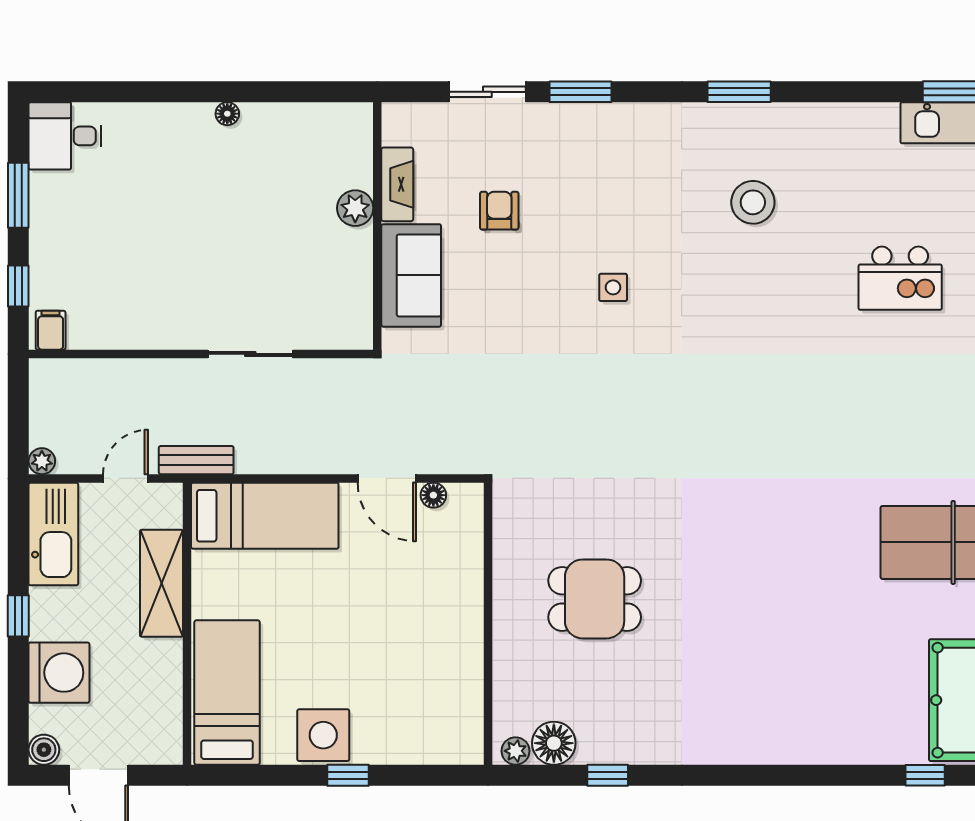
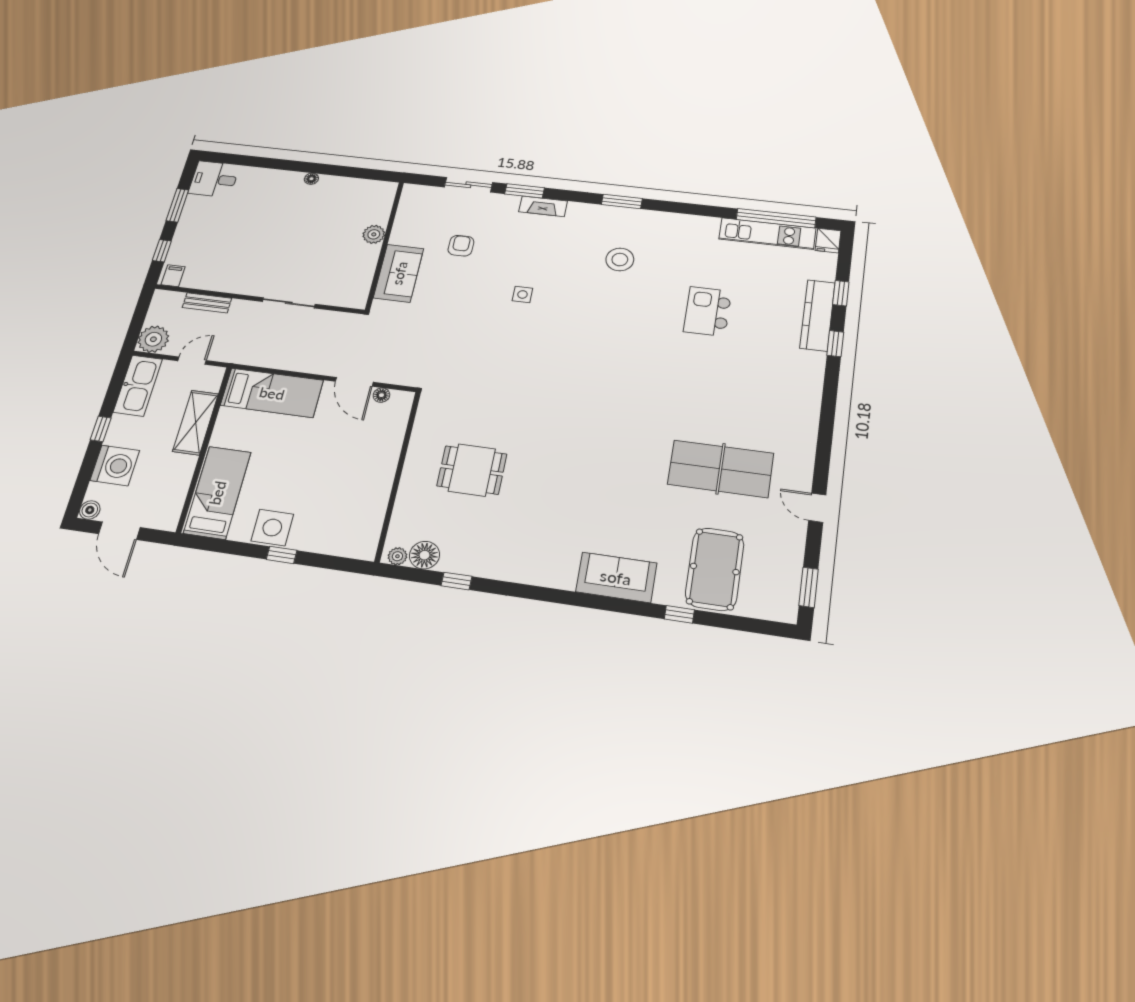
fireplace: (397, 184) -> (543, 206), moved, turned 90
kitchen island: (900, 278) -> (708, 311), turned 90
bench: (196, 460) -> (207, 303), moved
plant: (42, 461) -> (153, 339), width x1.88, depth x1.88
sofa: (830, 734) -> (616, 577), added

